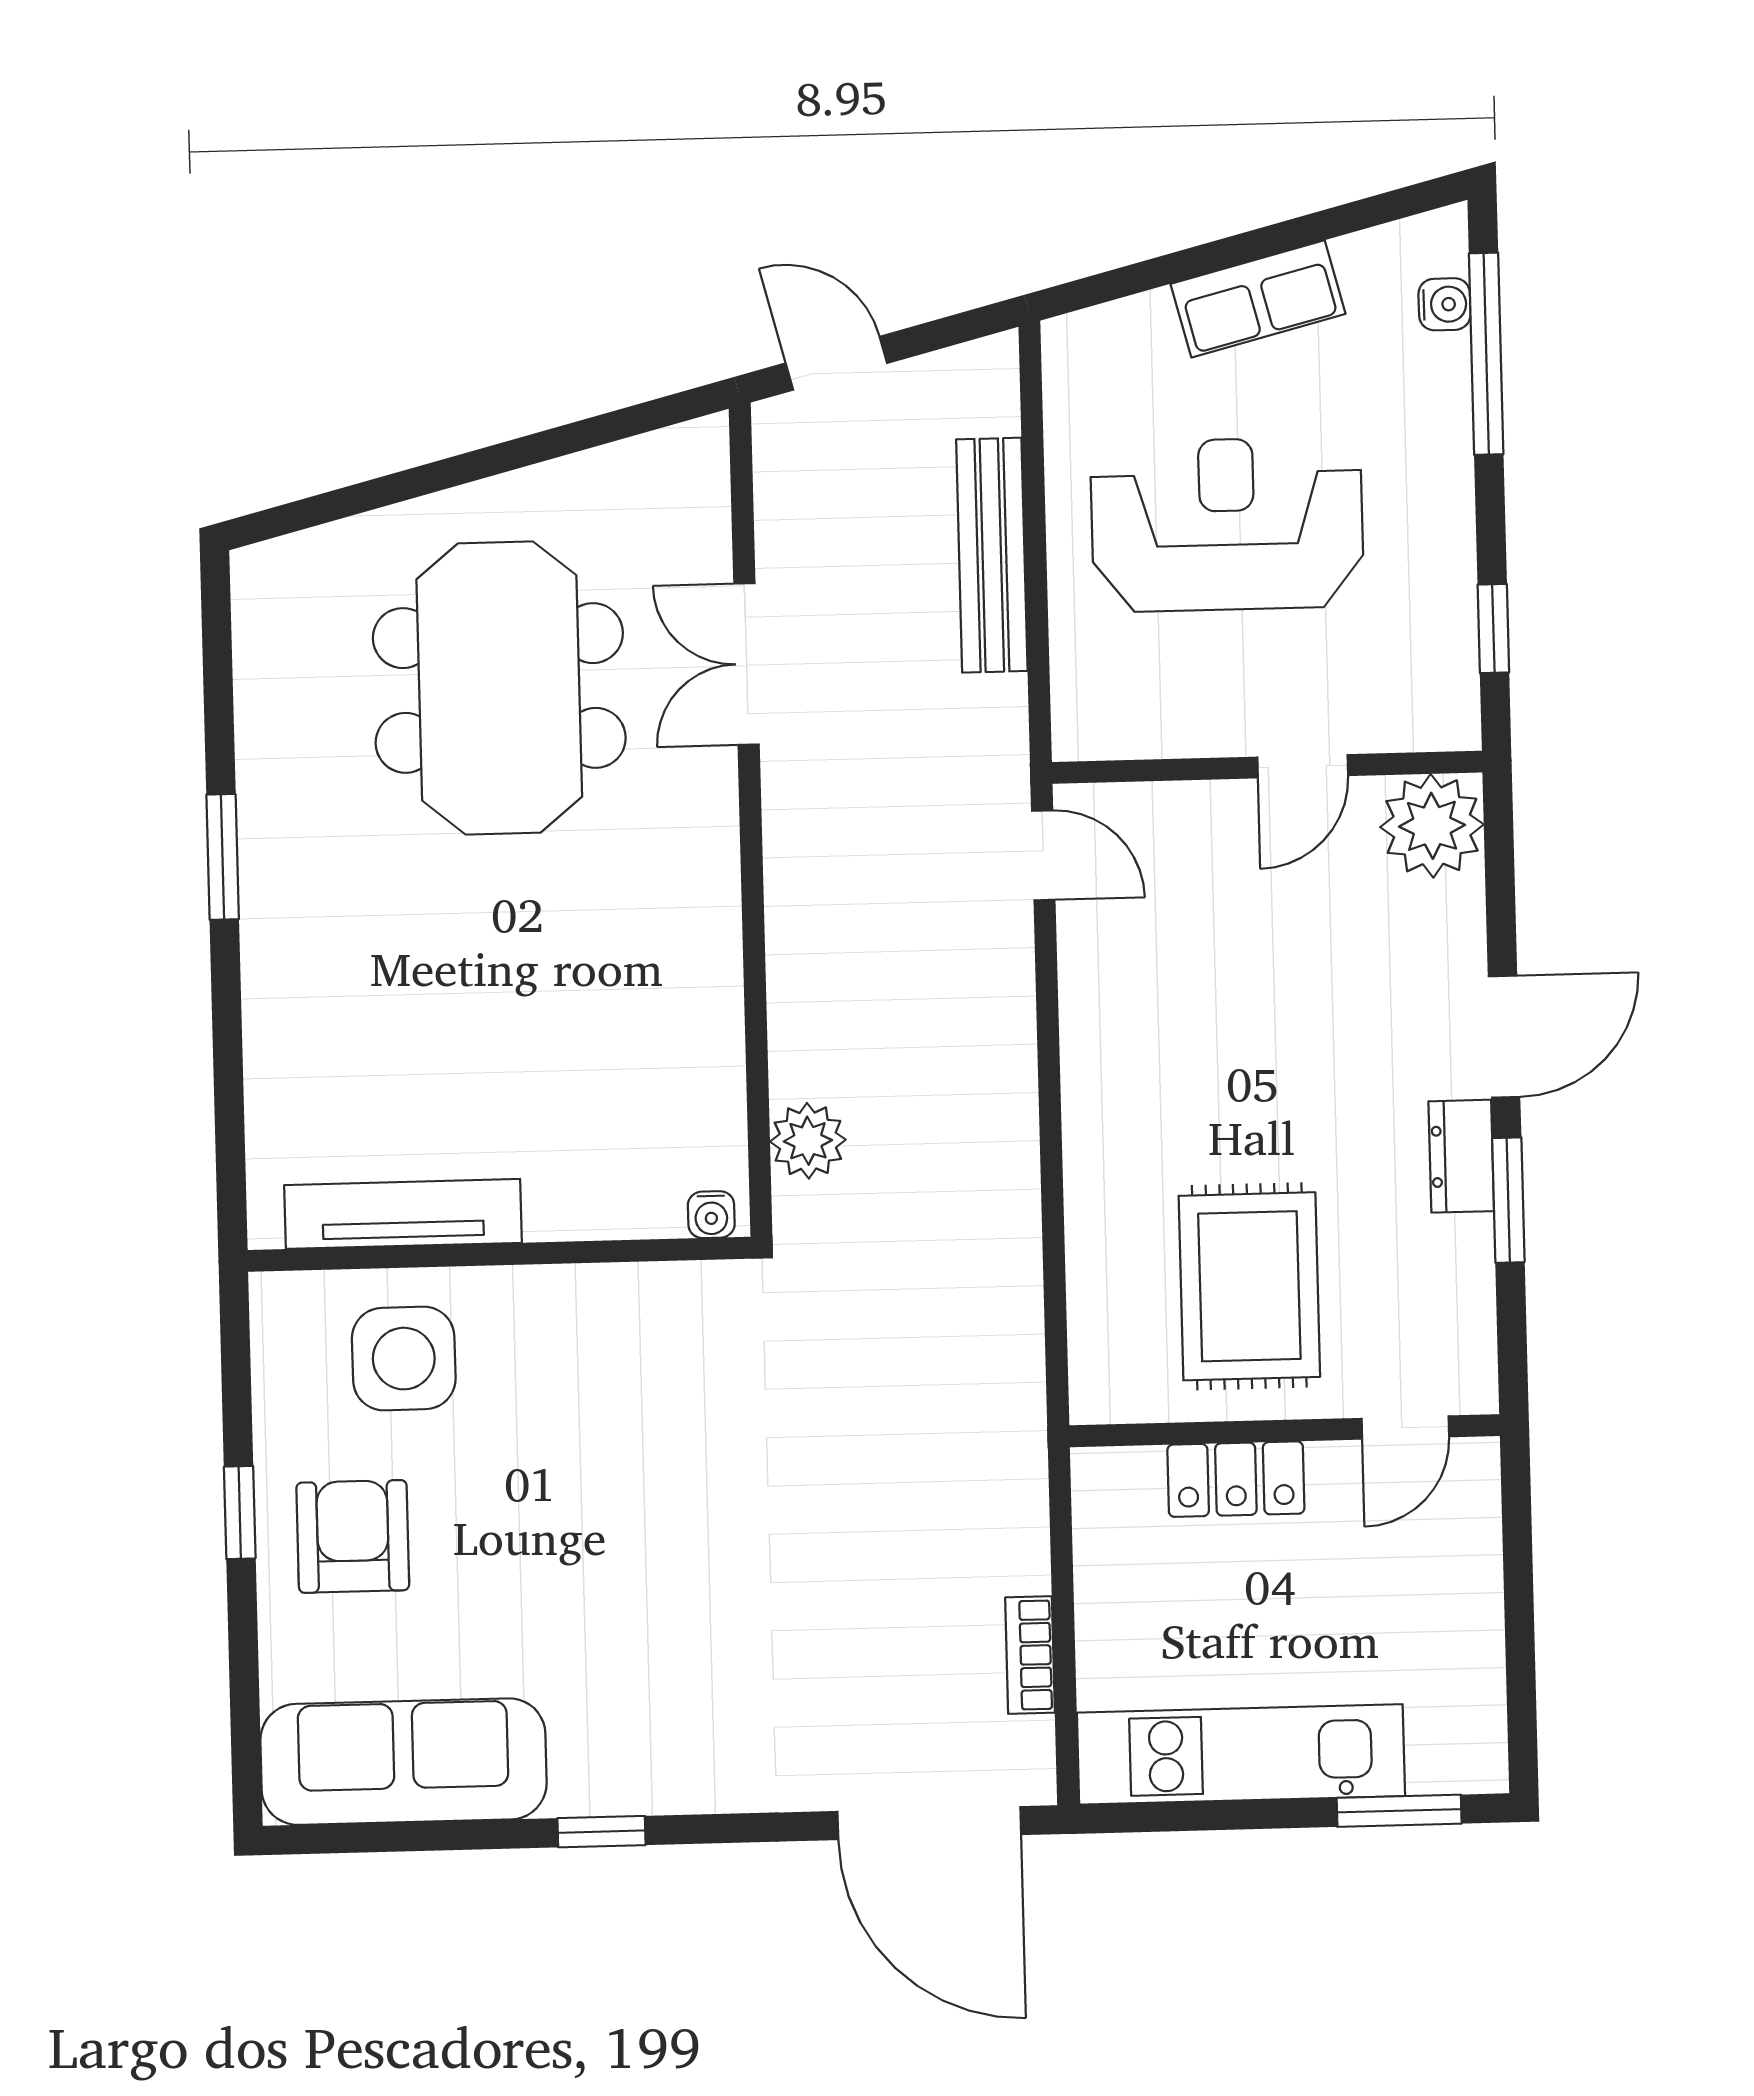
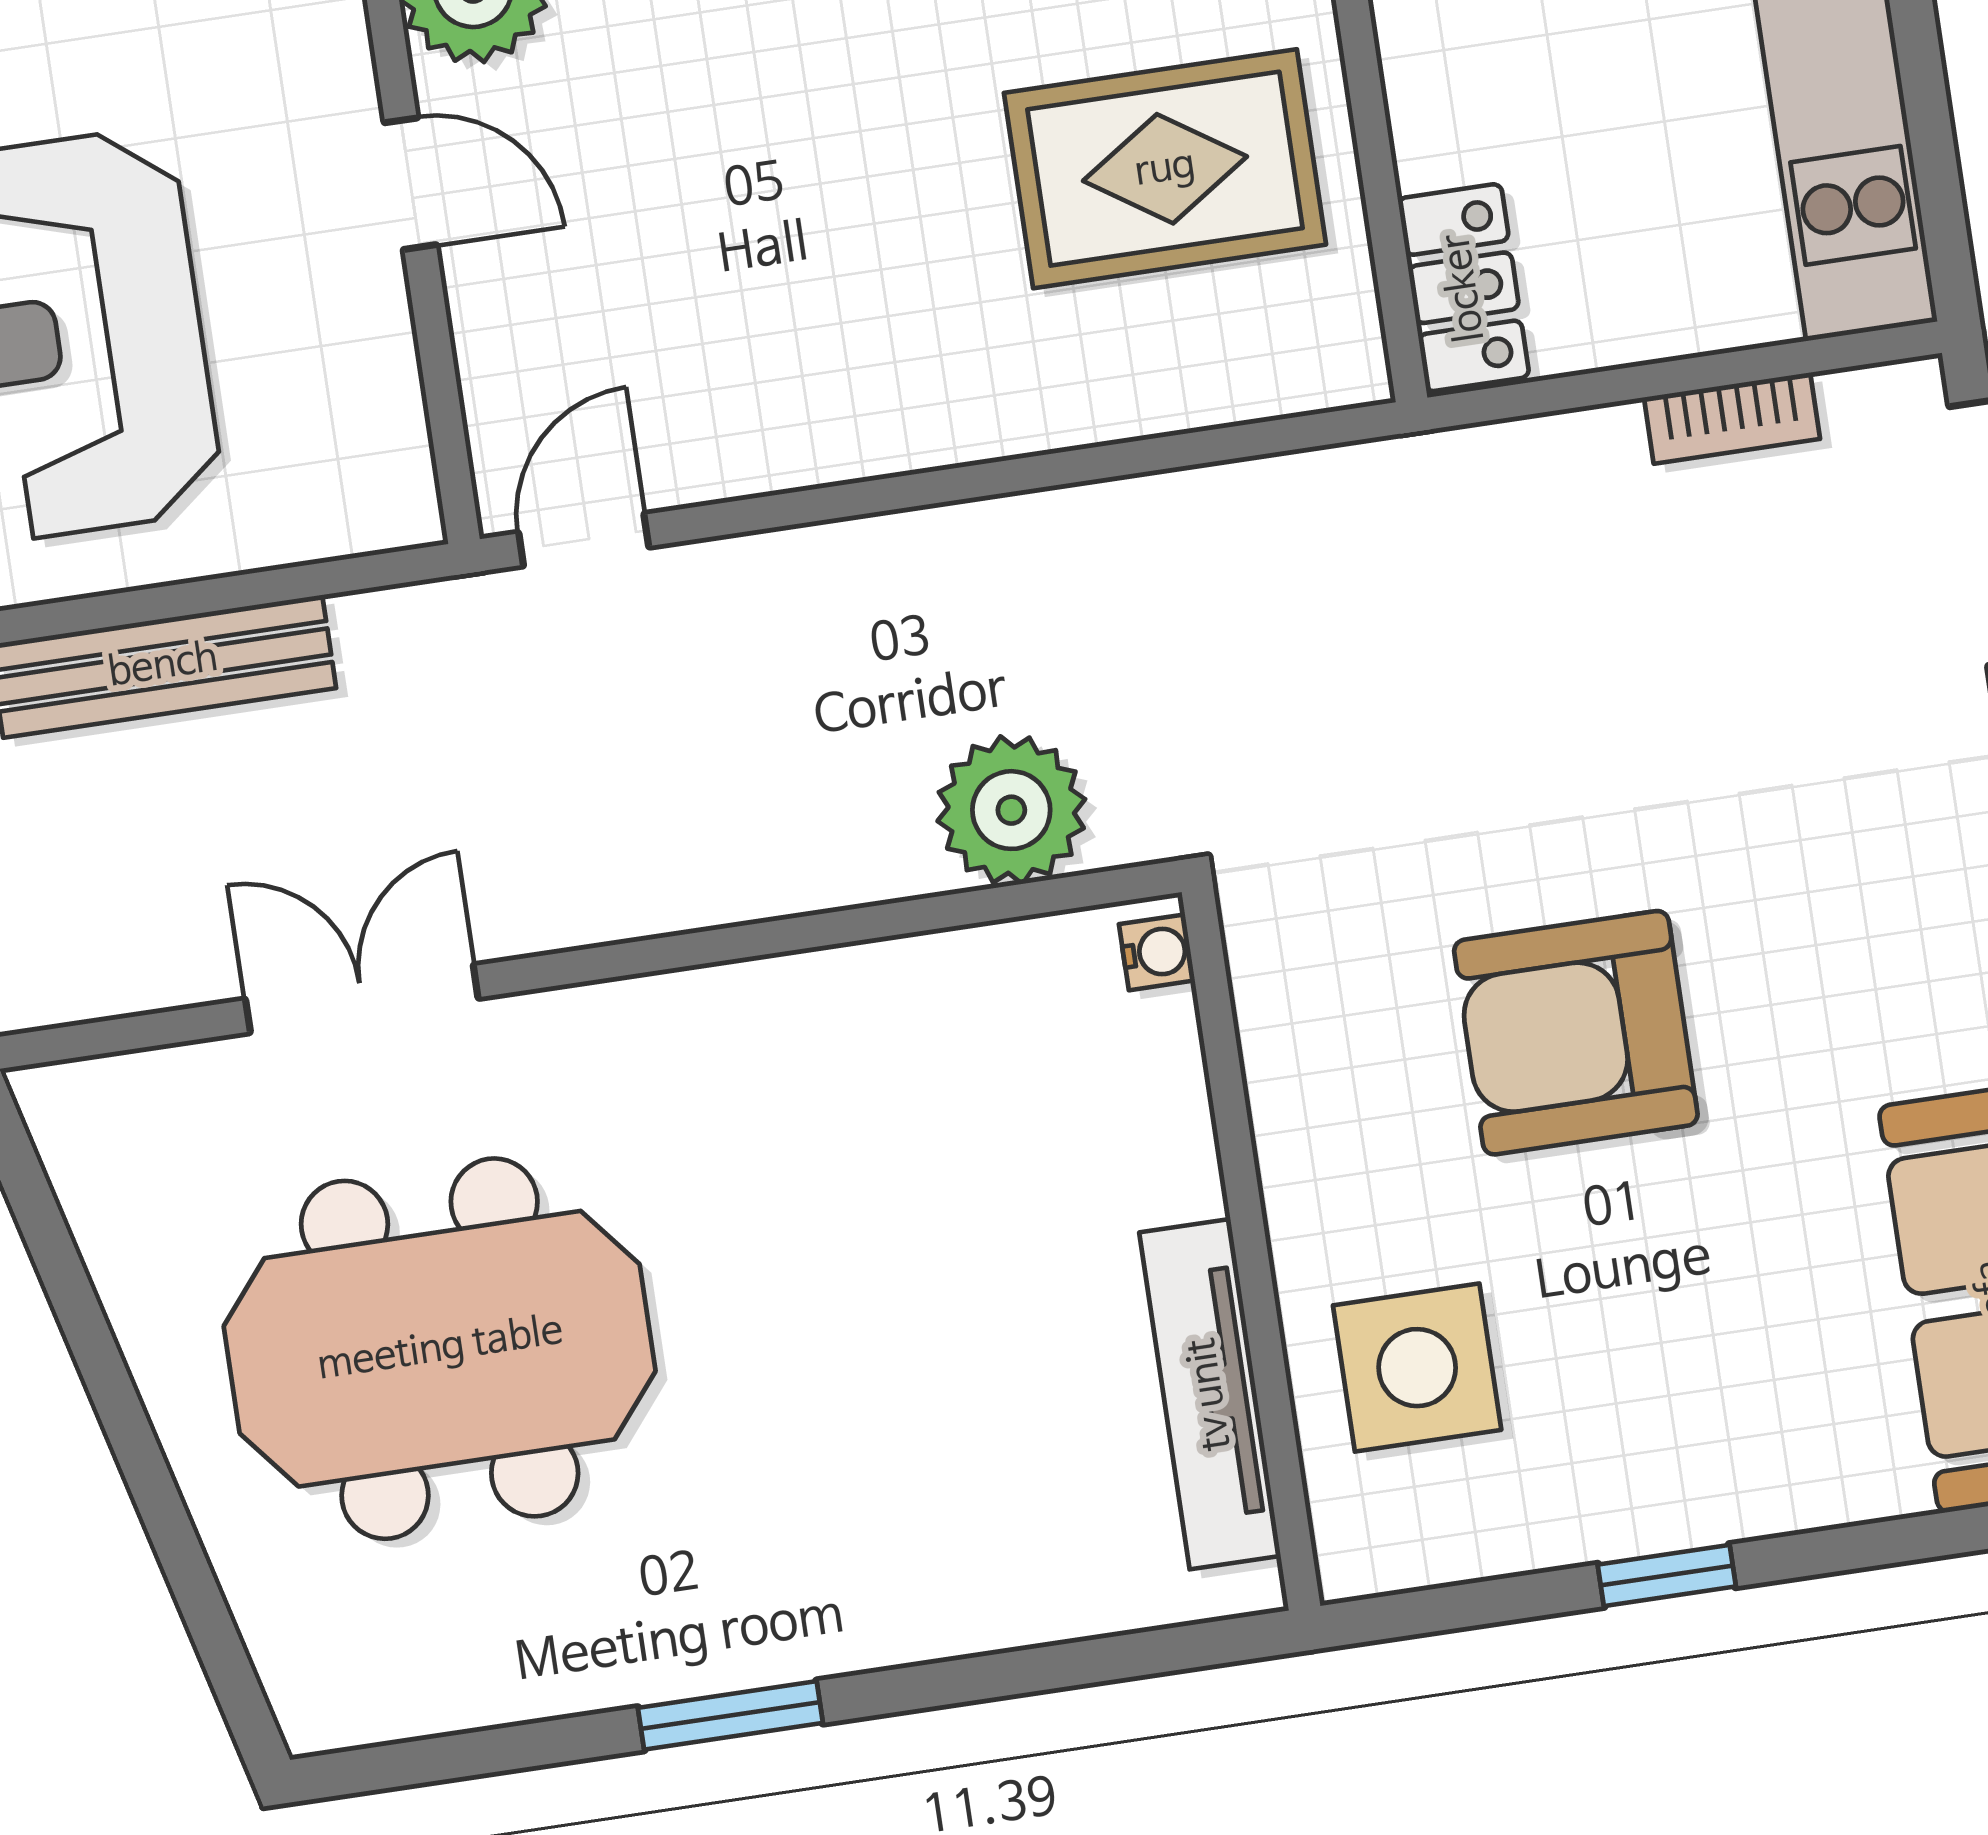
double door: (746, 664) -> (362, 999), swing flipped
plant: (808, 1141) -> (1011, 810), width x1.36, depth x1.36
locker: (1236, 1479) -> (1464, 288), moved
armchair: (353, 1536) -> (1576, 1033), moved, width x1.36, depth x1.36

